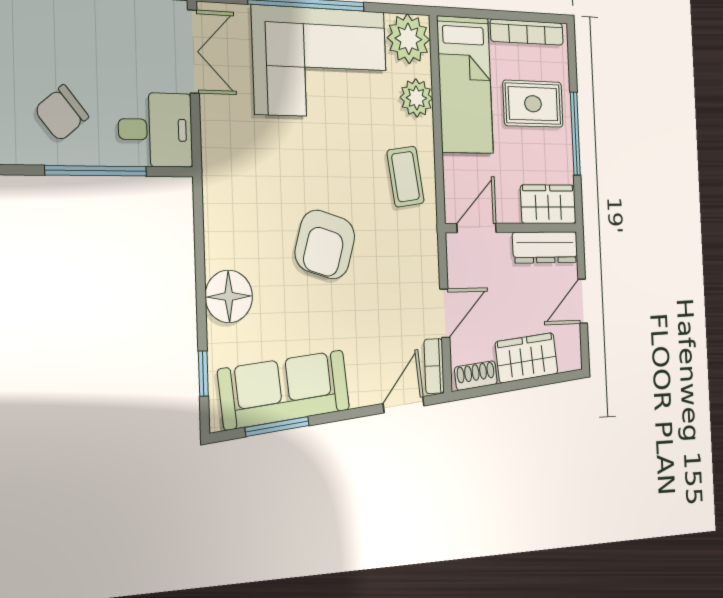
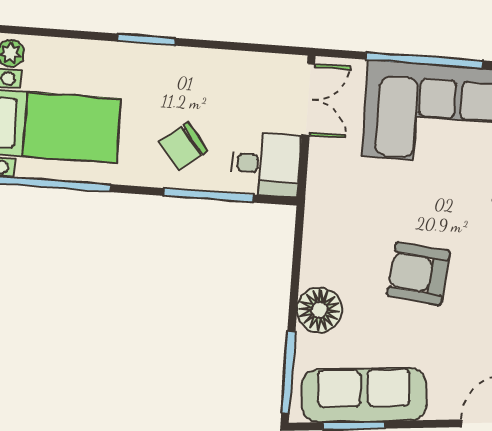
armchair: (325, 244) -> (419, 274), turned 79
window: (203, 374) -> (288, 372), width x2.17

